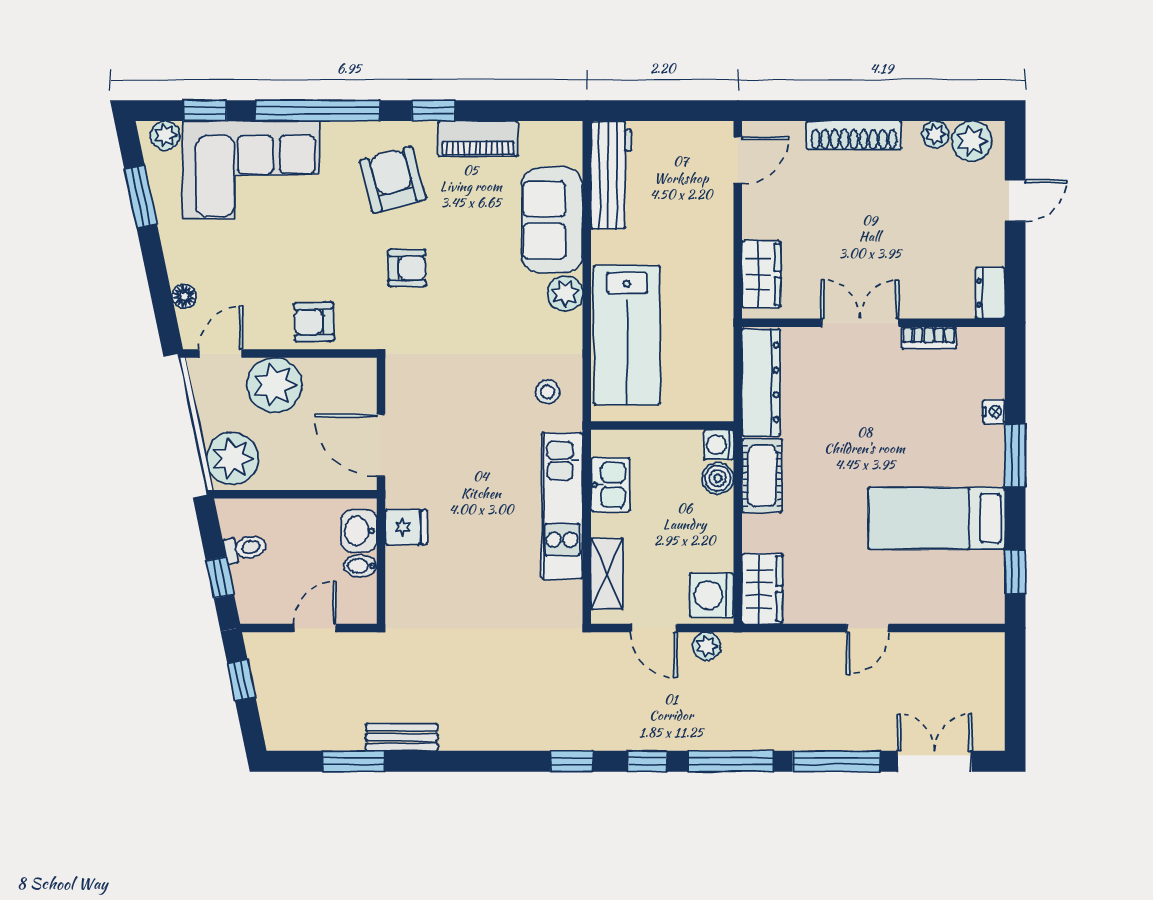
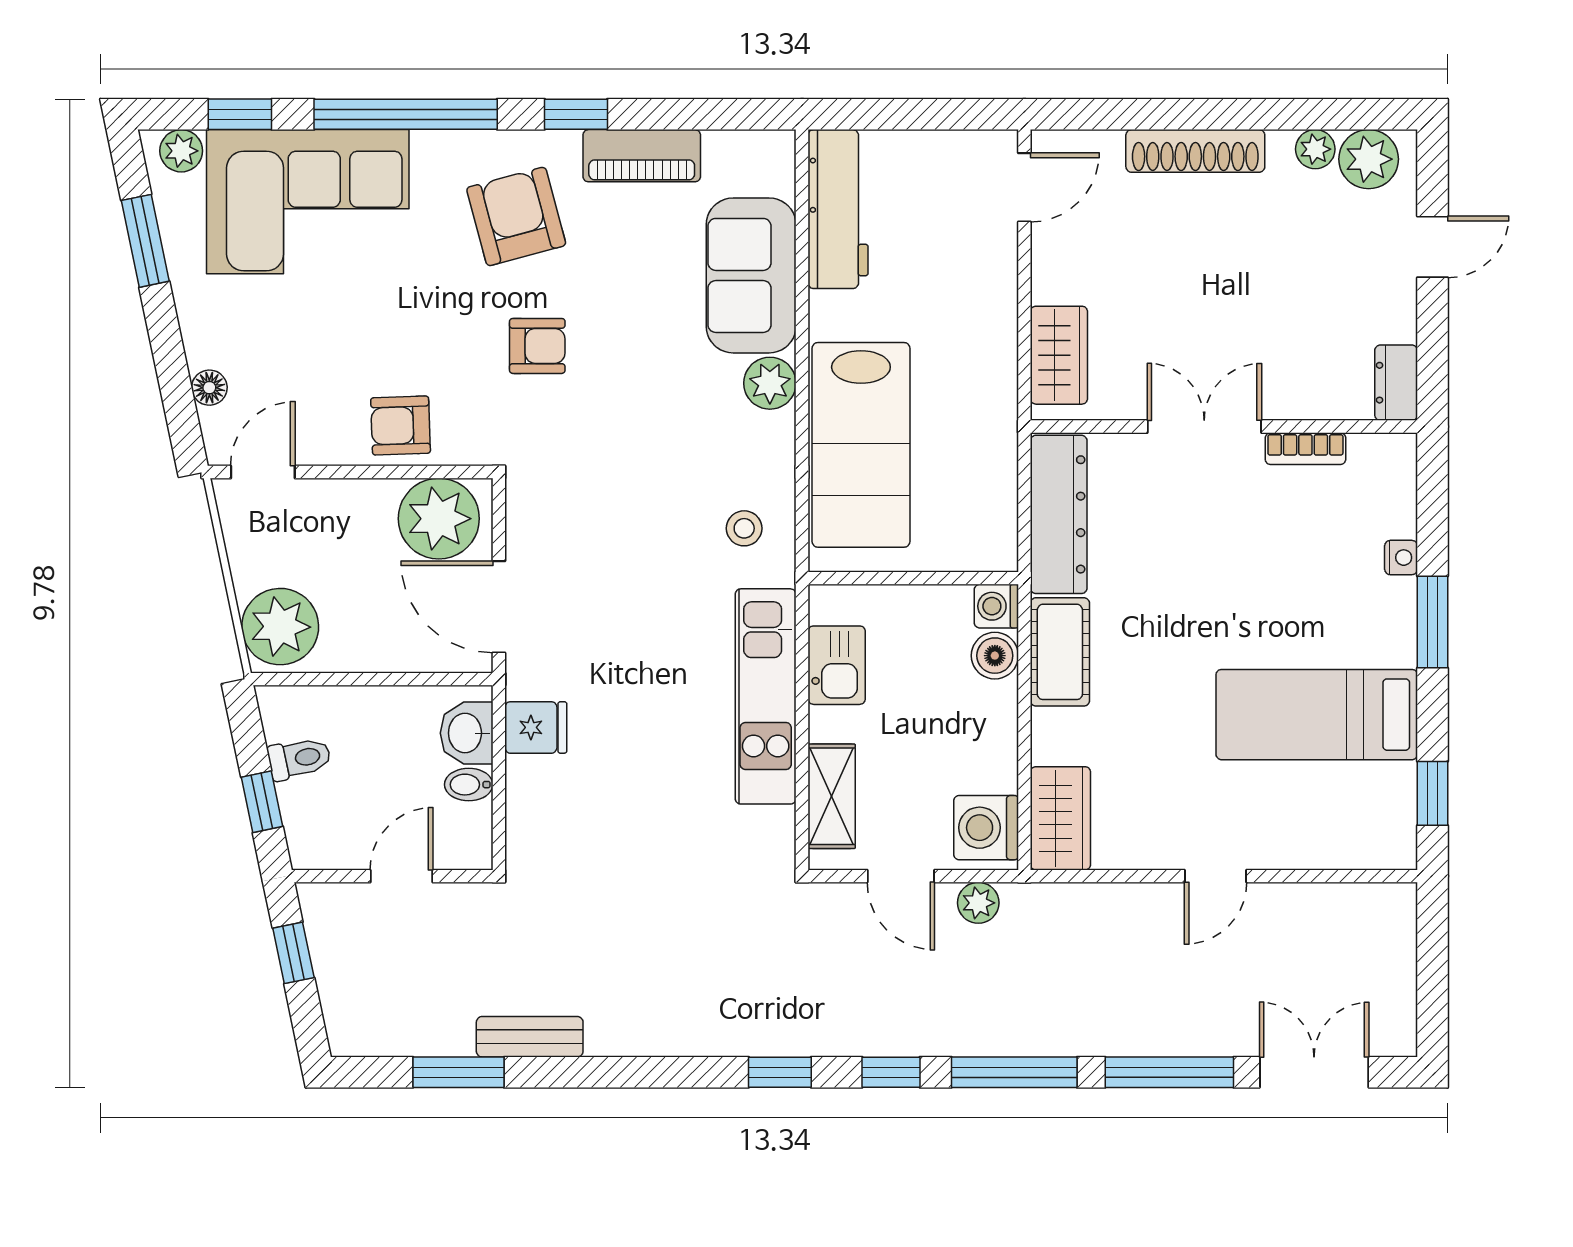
plant: (274, 385) -> (439, 519), moved

